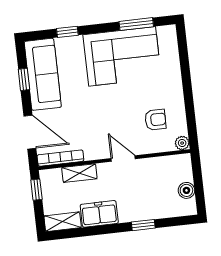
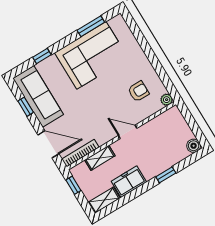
boiler: (186, 190) -> (194, 146), moved

